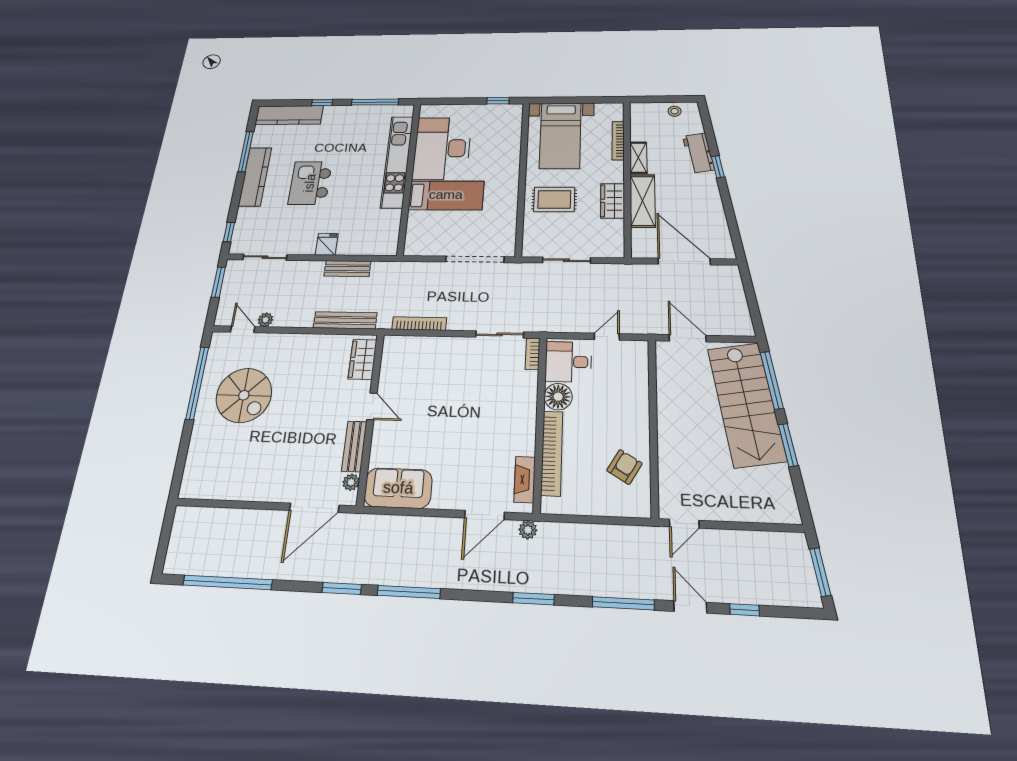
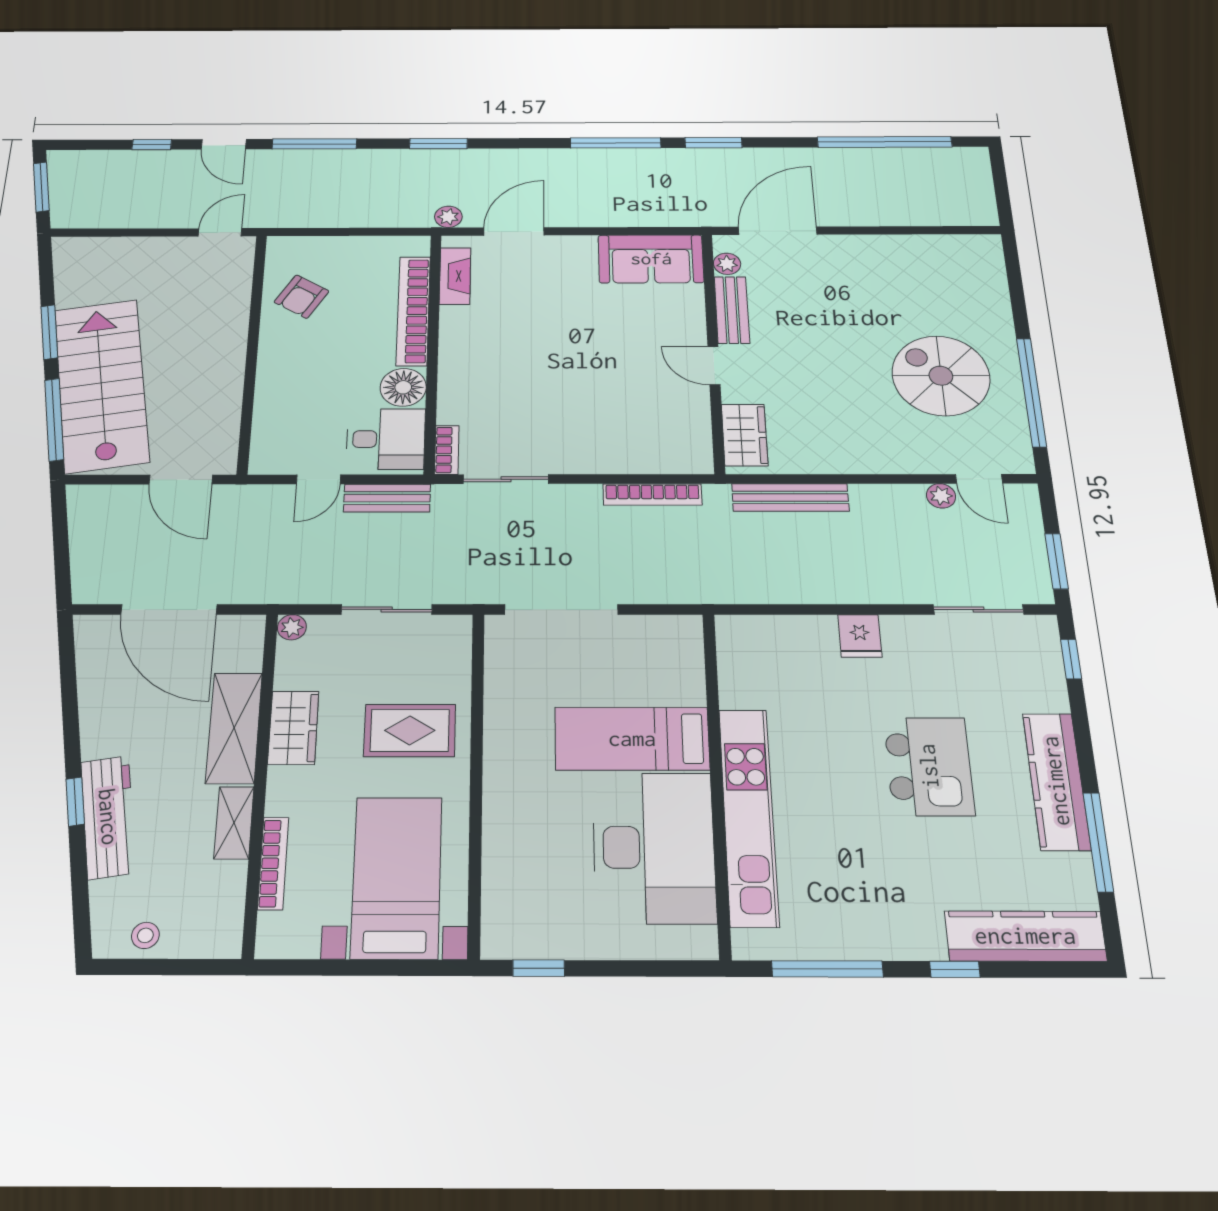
workbench: (698, 153) -> (108, 817), width x1.38
plant: (617, 251) -> (292, 627), added
bench: (347, 269) -> (387, 498), moved

